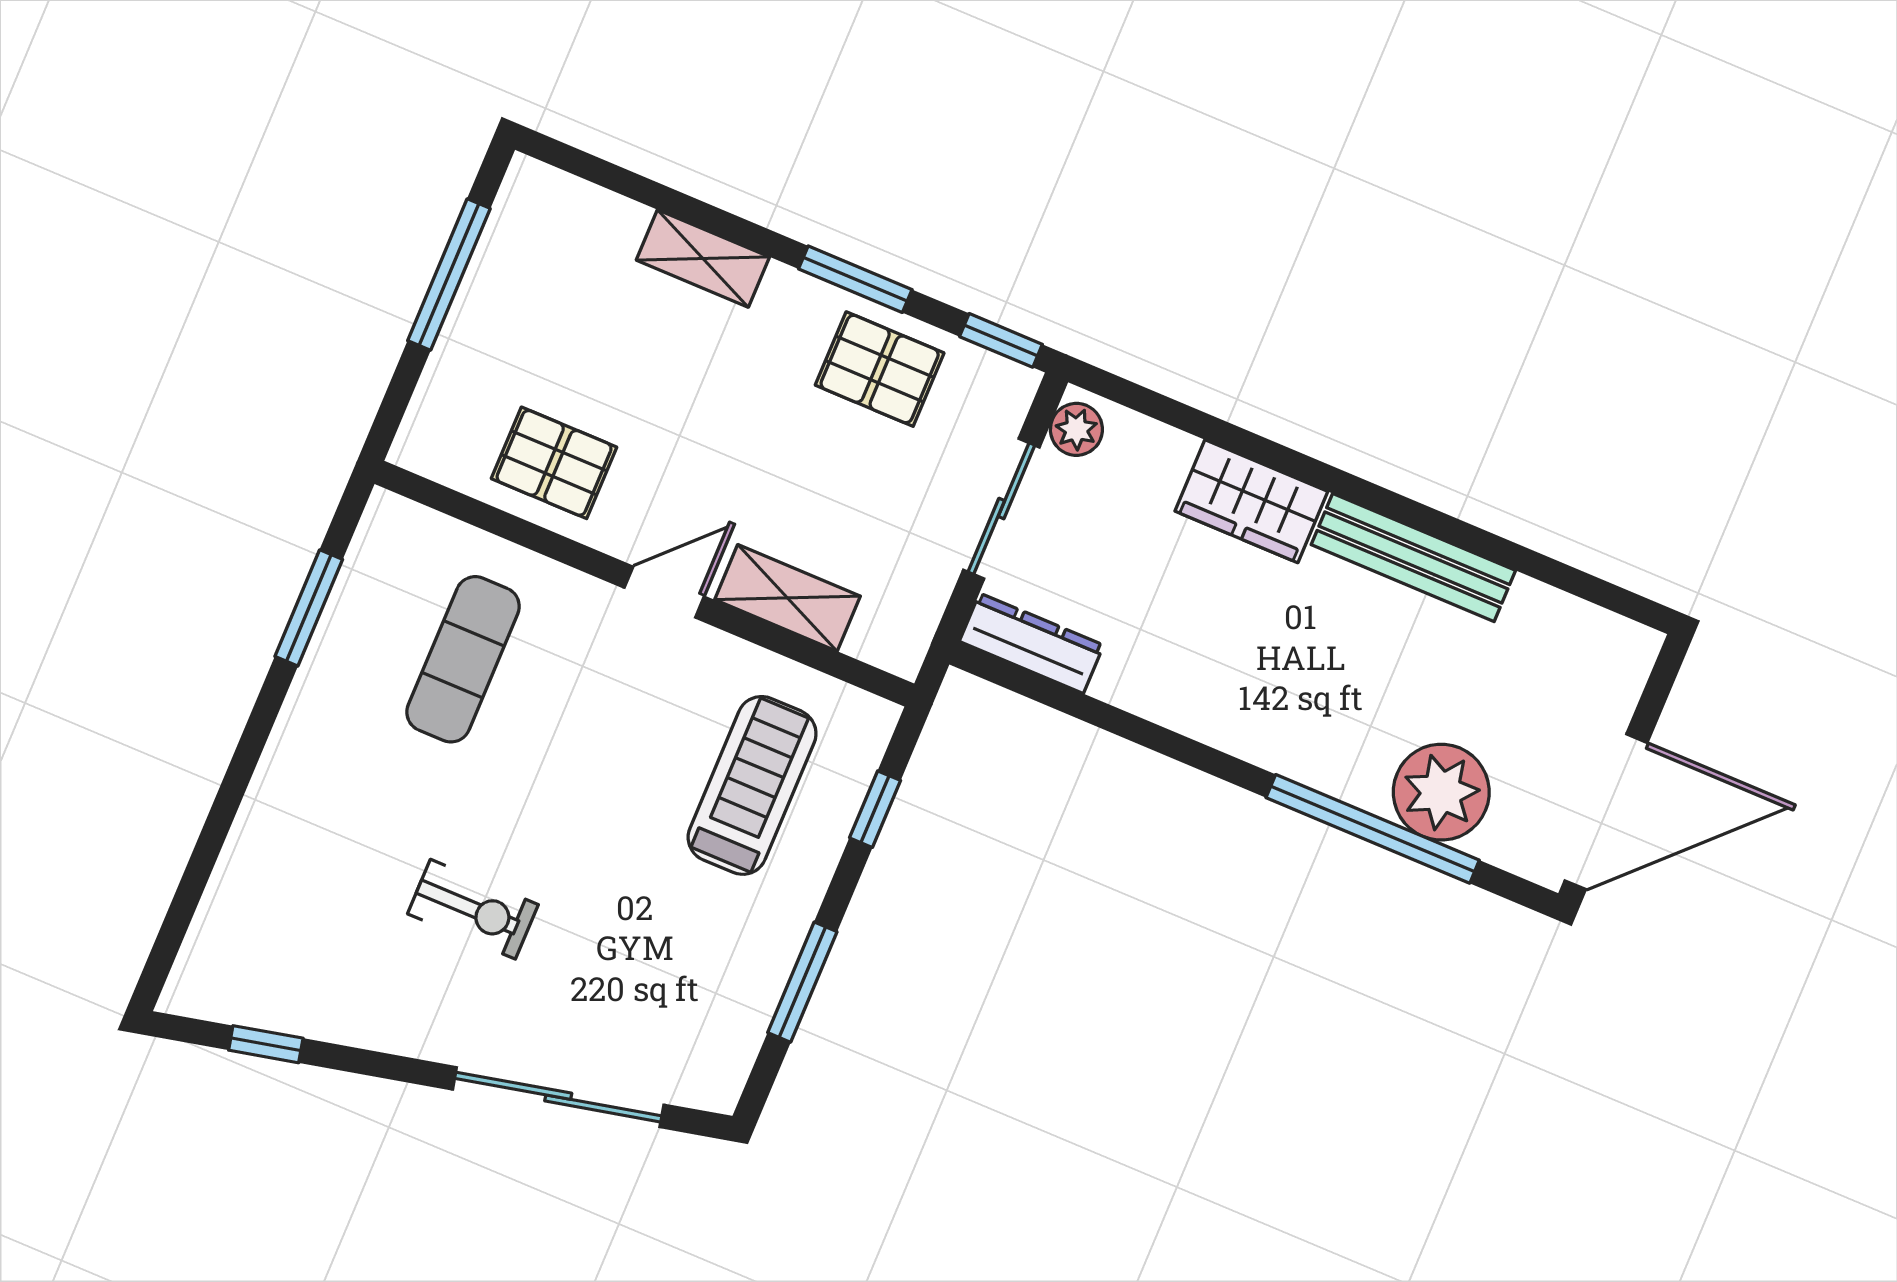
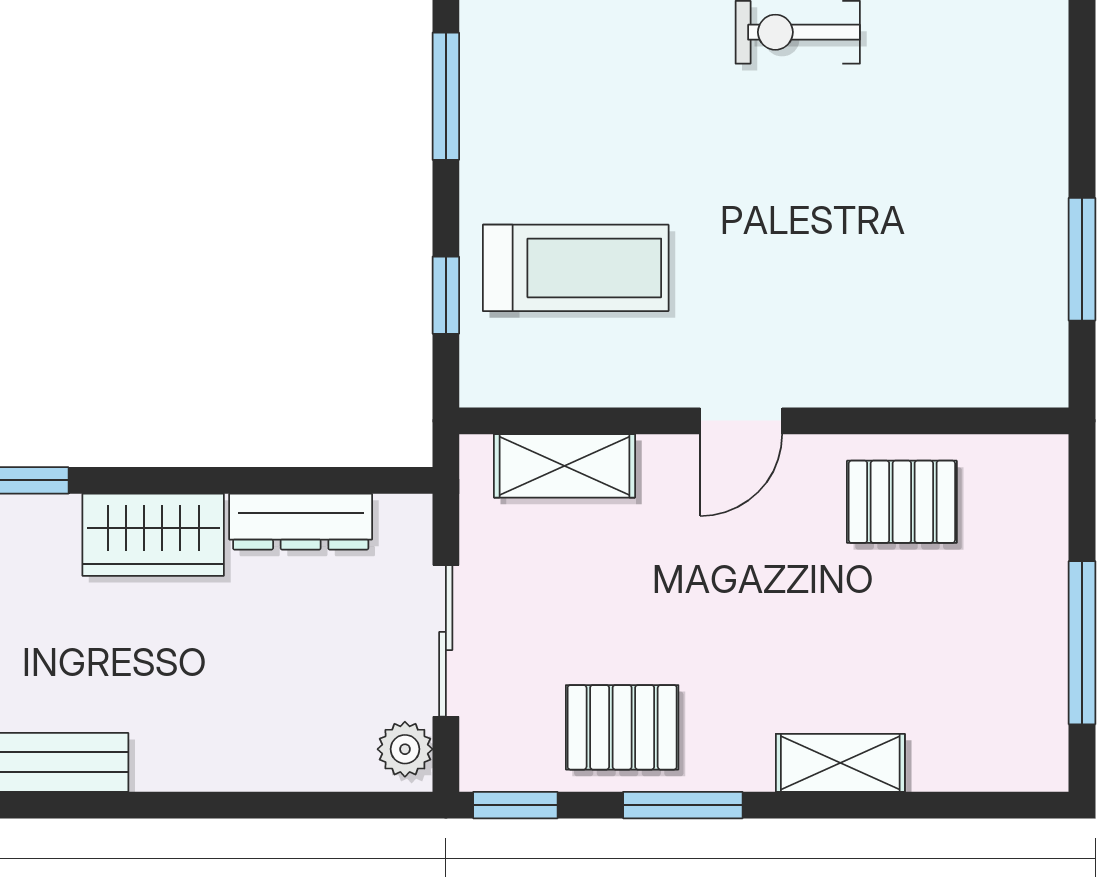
wardrobe: (1251, 501) -> (153, 535), moved, turned 180
shelving: (787, 598) -> (565, 466), moved
dresser: (1031, 643) -> (301, 522), moved
exercise mat: (463, 659) -> (910, 272), removed
treadmill: (752, 785) -> (576, 268), turned -90

